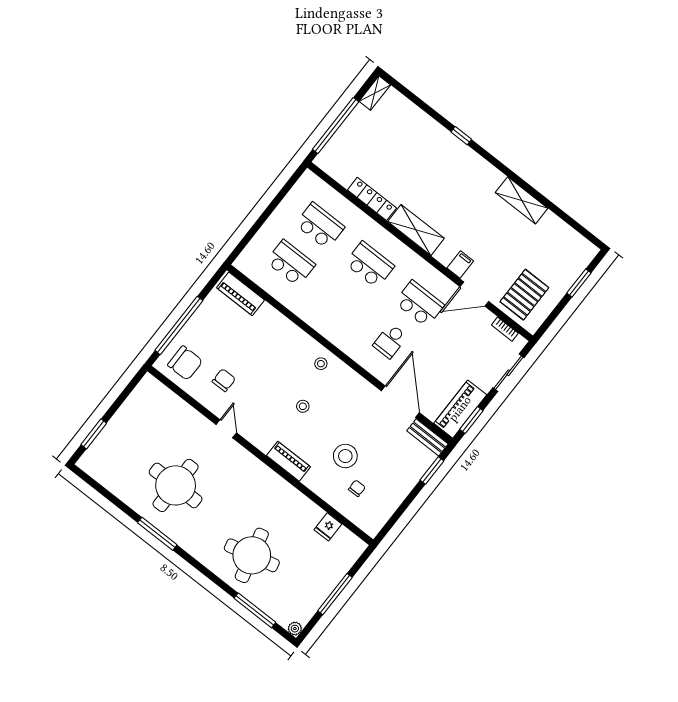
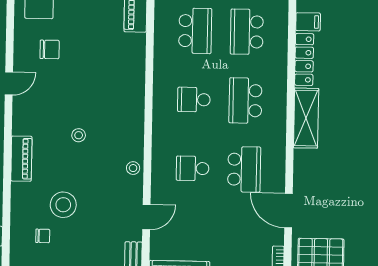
school desk: (320, 226) -> (247, 32), turned 180
filing cabinet: (460, 264) -> (308, 22), moved
school desk: (370, 265) -> (245, 101), turned 180
school desk: (340, 302) -> (194, 100), added
stool: (321, 364) -> (133, 168), moved
door: (400, 402) -> (146, 217), width x0.53

